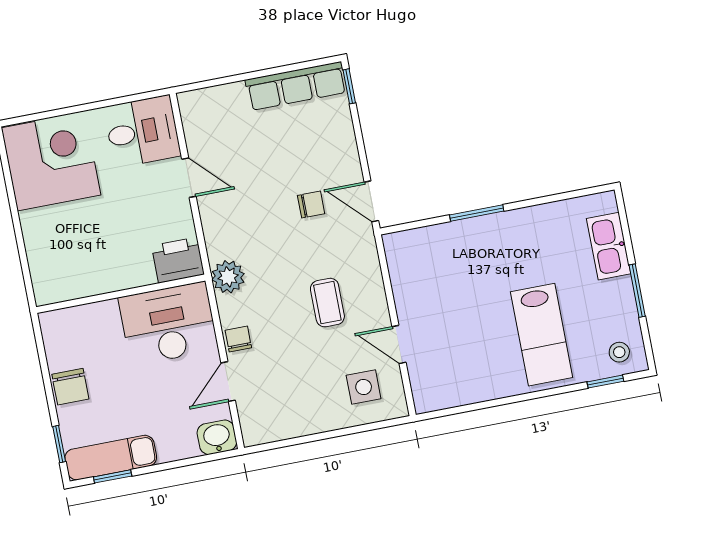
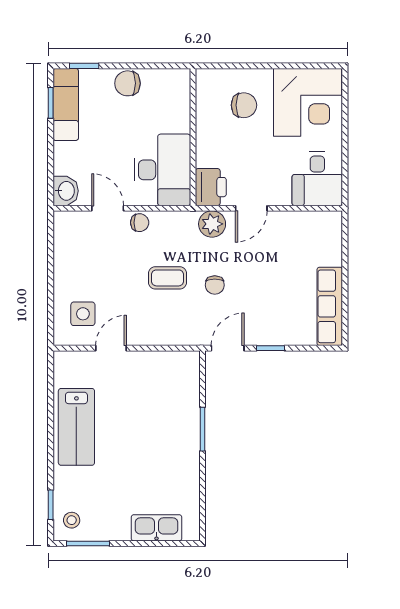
window: (349, 86) -> (271, 348), moved
door: (189, 178) -> (251, 208), moved
chair: (311, 205) -> (215, 285), moved
chair: (70, 239) -> (244, 105), added
plant: (228, 277) -> (212, 224), moved
window: (637, 291) -> (88, 544), moved
coffee table: (327, 303) -> (168, 278), moved
lab bench: (542, 335) -> (76, 427), moved, turned -90

